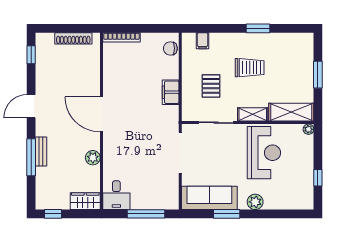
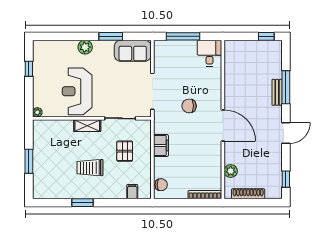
shelving: (291, 112) -> (53, 128), removed
chair: (139, 136) -> (189, 106), added
plant: (93, 158) -> (231, 171), moved
sofa: (209, 198) -> (133, 51), width x0.73
wardrobe: (85, 201) -> (237, 48), removed

